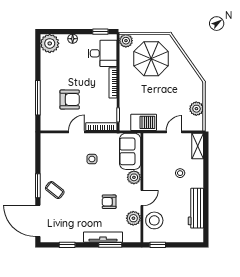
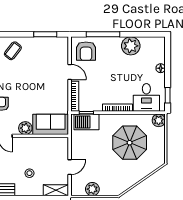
plant: (50, 43) -> (131, 46), moved
parasol: (151, 59) -> (130, 143), moved
armchair: (70, 99) -> (86, 51), moved
barbecue: (144, 122) -> (87, 122), moved, turned 90
door: (174, 132) -> (70, 167), hinge flipped
side table: (92, 159) -> (43, 87), removed
window: (38, 186) -> (45, 34), moved

